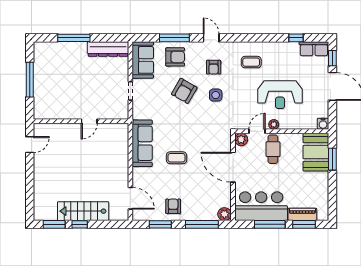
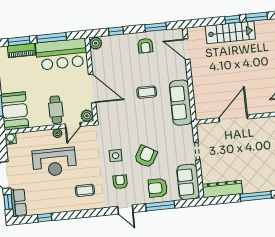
row of seats: (314, 49) -> (19, 203), moved, turned 90
reception desk: (280, 95) -> (54, 162), turned 180
door: (89, 121) -> (233, 118), width x1.88
window: (202, 224) -> (116, 31), width x0.46

